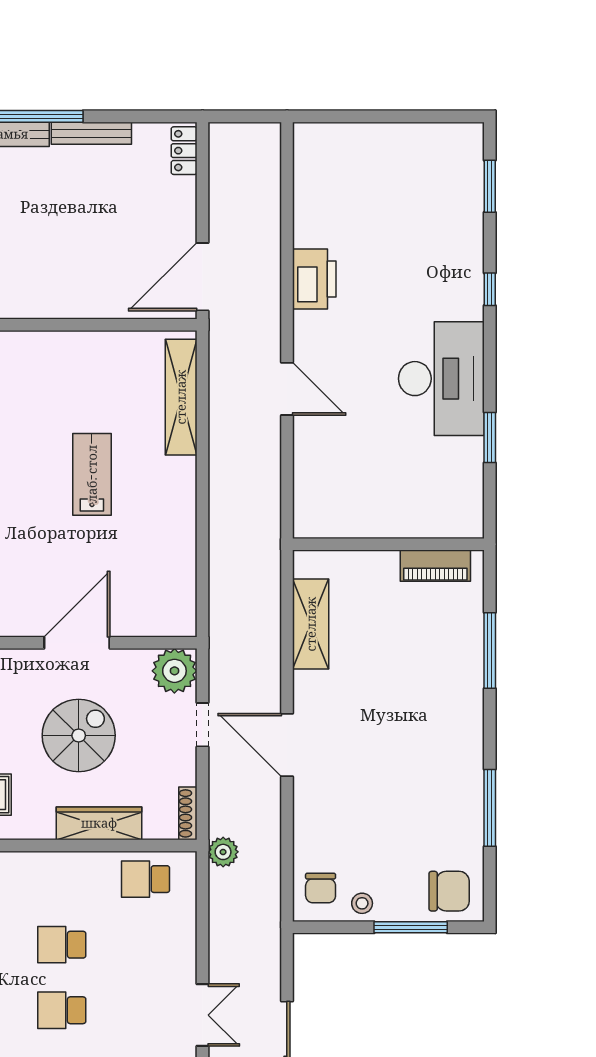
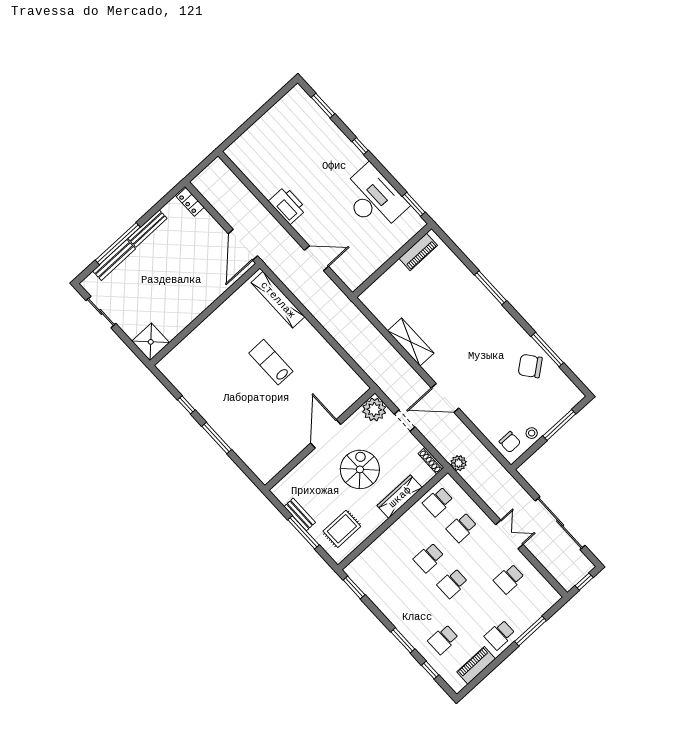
wall: (388, 544) -> (392, 261), moved
piano: (435, 566) -> (418, 252), moved
chair: (449, 891) -> (530, 366), moved, turned -128
school desk: (146, 945) -> (462, 527), added

